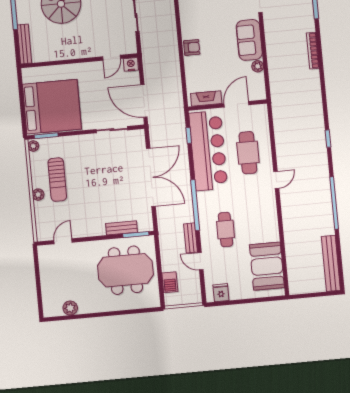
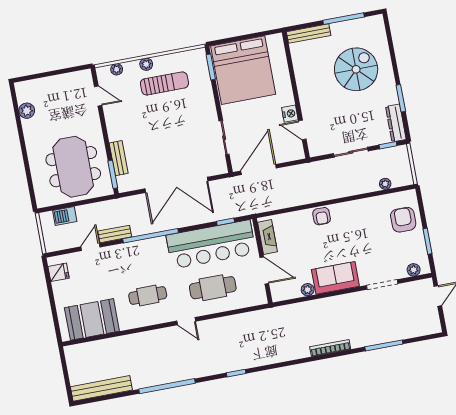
nightstand: (131, 64) -> (290, 114), moved
plant: (33, 146) -> (117, 69), moved
sun lounger: (57, 180) -> (164, 83), turned 180
cafe table: (226, 229) -> (148, 295), moved

